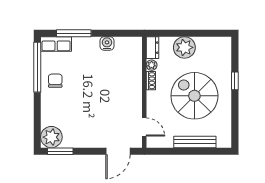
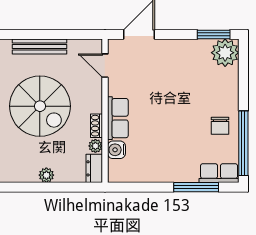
water cooler: (107, 43) -> (116, 150), moved, turned 90
plant: (184, 47) -> (46, 175), width x0.53, depth x0.53
row of seats: (134, 87) -> (118, 118), added

